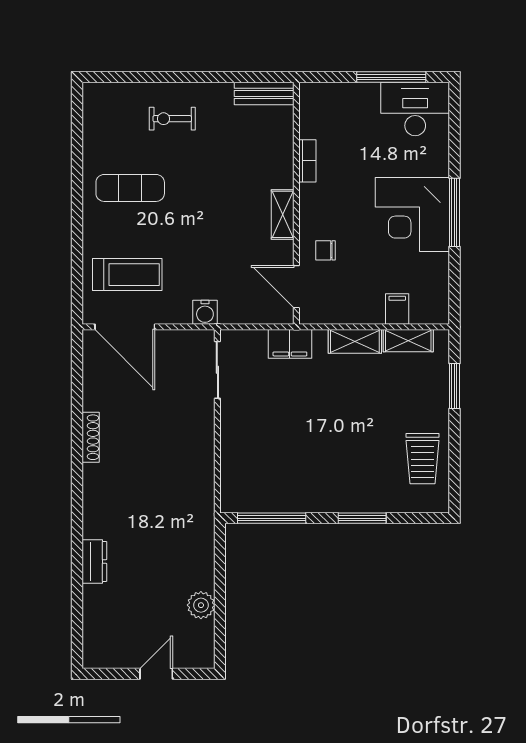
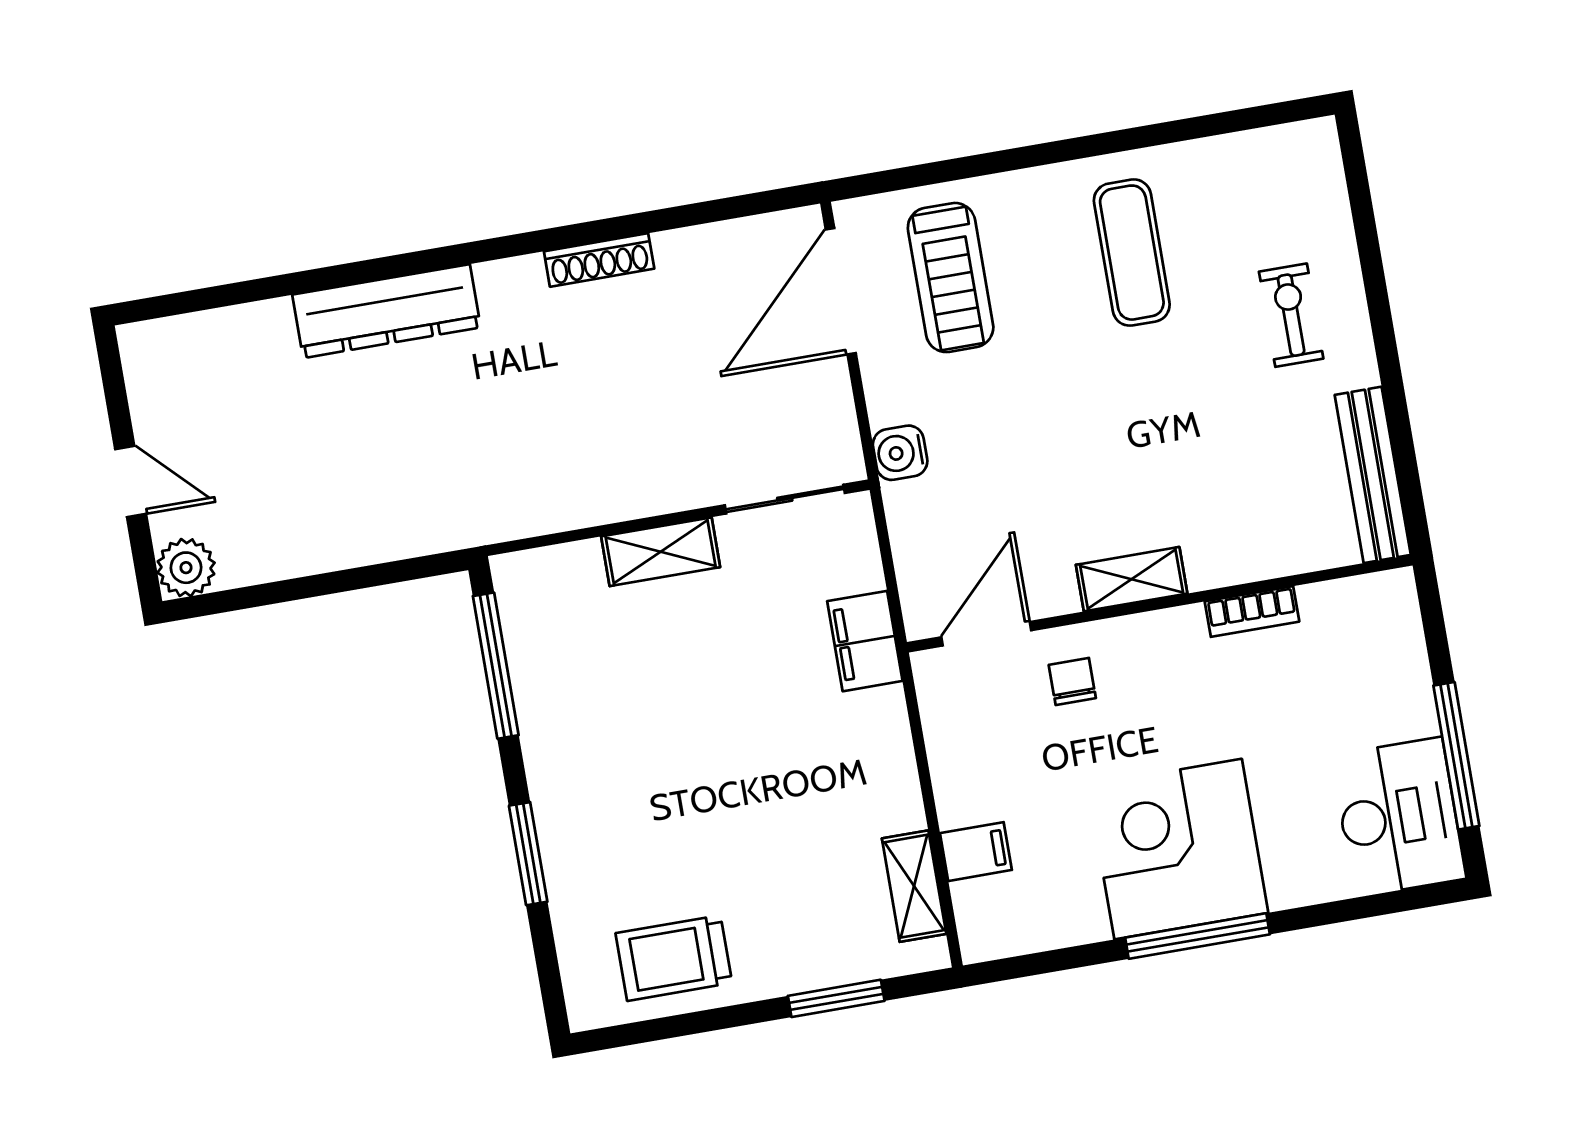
bench: (264, 93) -> (1373, 475), width x1.36
shelving: (355, 341) -> (661, 552), moved, turned 90
dresser: (94, 561) -> (386, 311), width x1.96, depth x1.24
plant: (201, 605) -> (186, 568), moved

